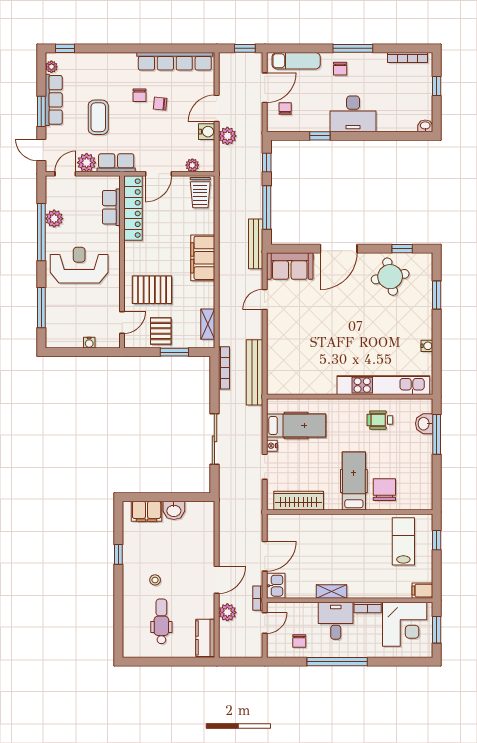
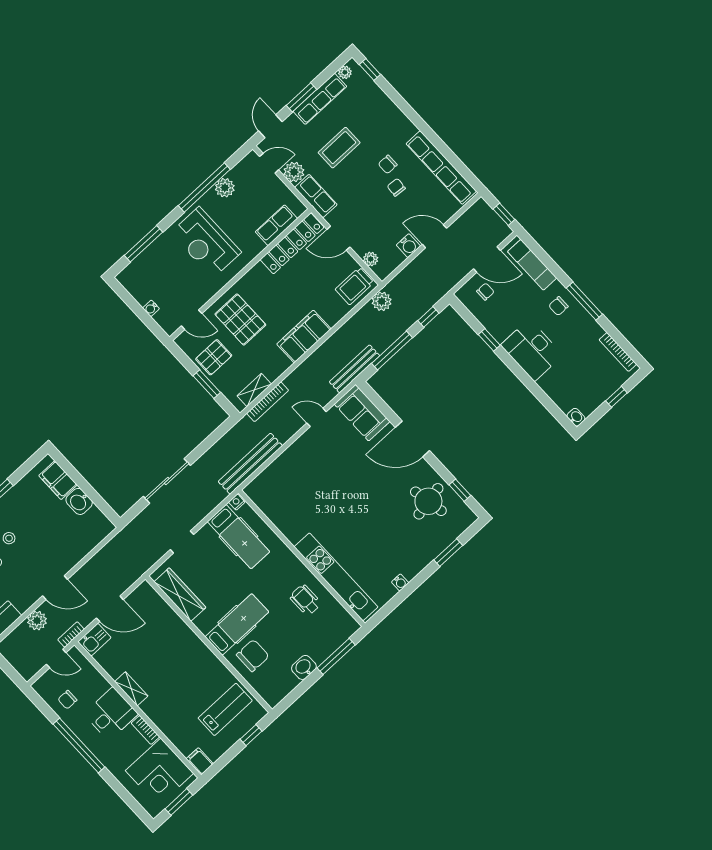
plant: (227, 136) -> (382, 301), moved
reception desk: (79, 265) -> (206, 242), turned 180
bookcase: (224, 368) -> (268, 402), moved
washbasin: (424, 424) -> (304, 667), moved
nightstand: (272, 446) -> (237, 502), moved

